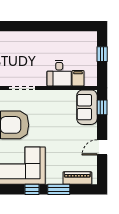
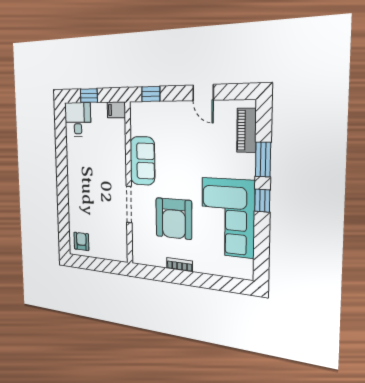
desk: (59, 73) -> (78, 120), moved, turned -90
filing cabinet: (78, 78) -> (116, 110), moved
sofa: (87, 107) -> (142, 161), moved, turned -90

